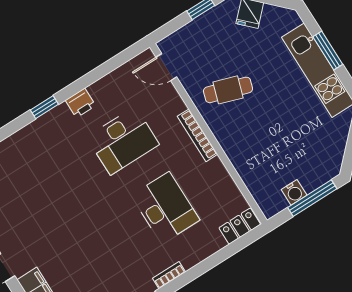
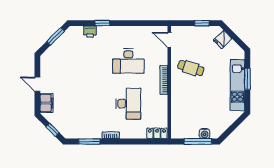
printer: (81, 103) -> (90, 32), moved
water cooler: (294, 192) -> (205, 134), moved

